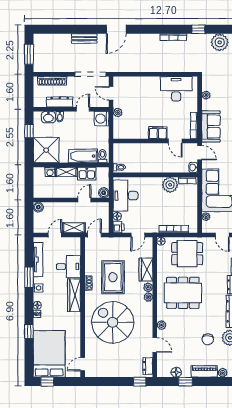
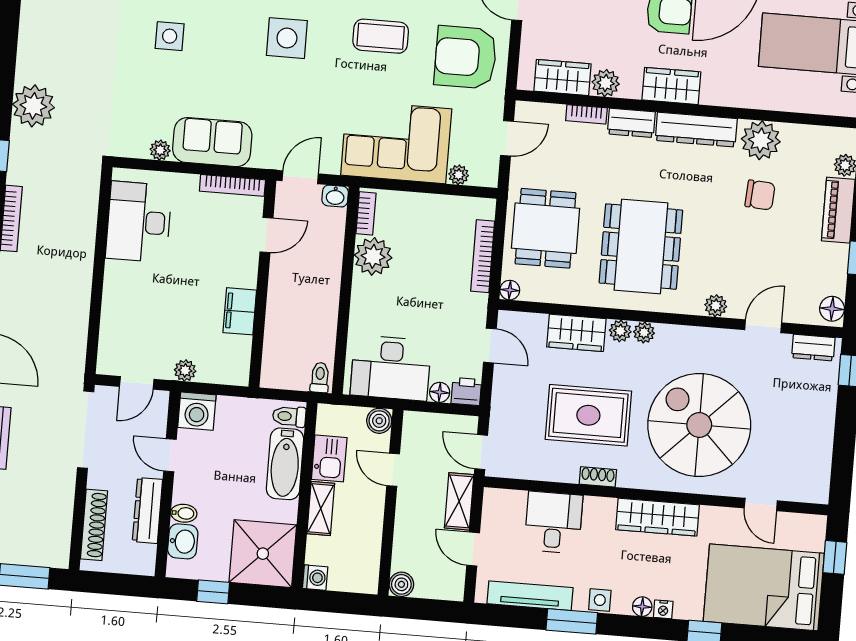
sofa: (211, 126) -> (212, 142), moved
filing cabinet: (158, 133) -> (240, 311), moved
washing machine: (50, 172) -> (315, 578), moved
wardrobe: (74, 295) -> (657, 517), moved
spiral stairs: (113, 322) -> (699, 425), turned 90
door: (83, 364) -> (761, 504), moved
floor lamp: (176, 372) -> (832, 309), moved
window: (47, 382) -> (835, 557), moved

